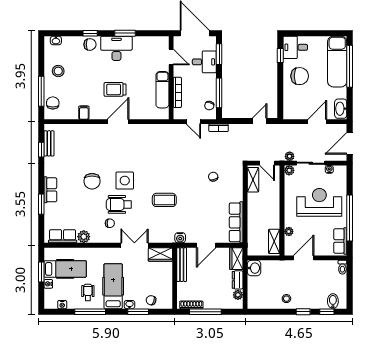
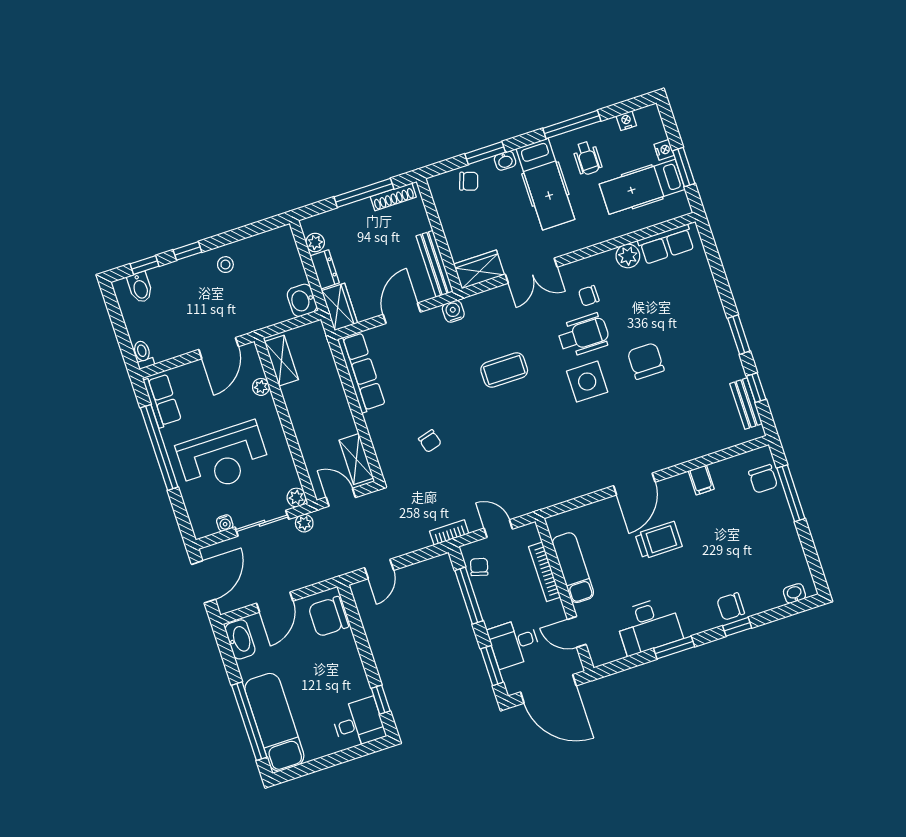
desk: (116, 48) -> (649, 626), moved
stool: (58, 71) -> (772, 540), removed
chair: (300, 76) -> (328, 617), moved
row of seats: (50, 190) -> (716, 321), removed
window: (41, 204) -> (739, 335), moved

